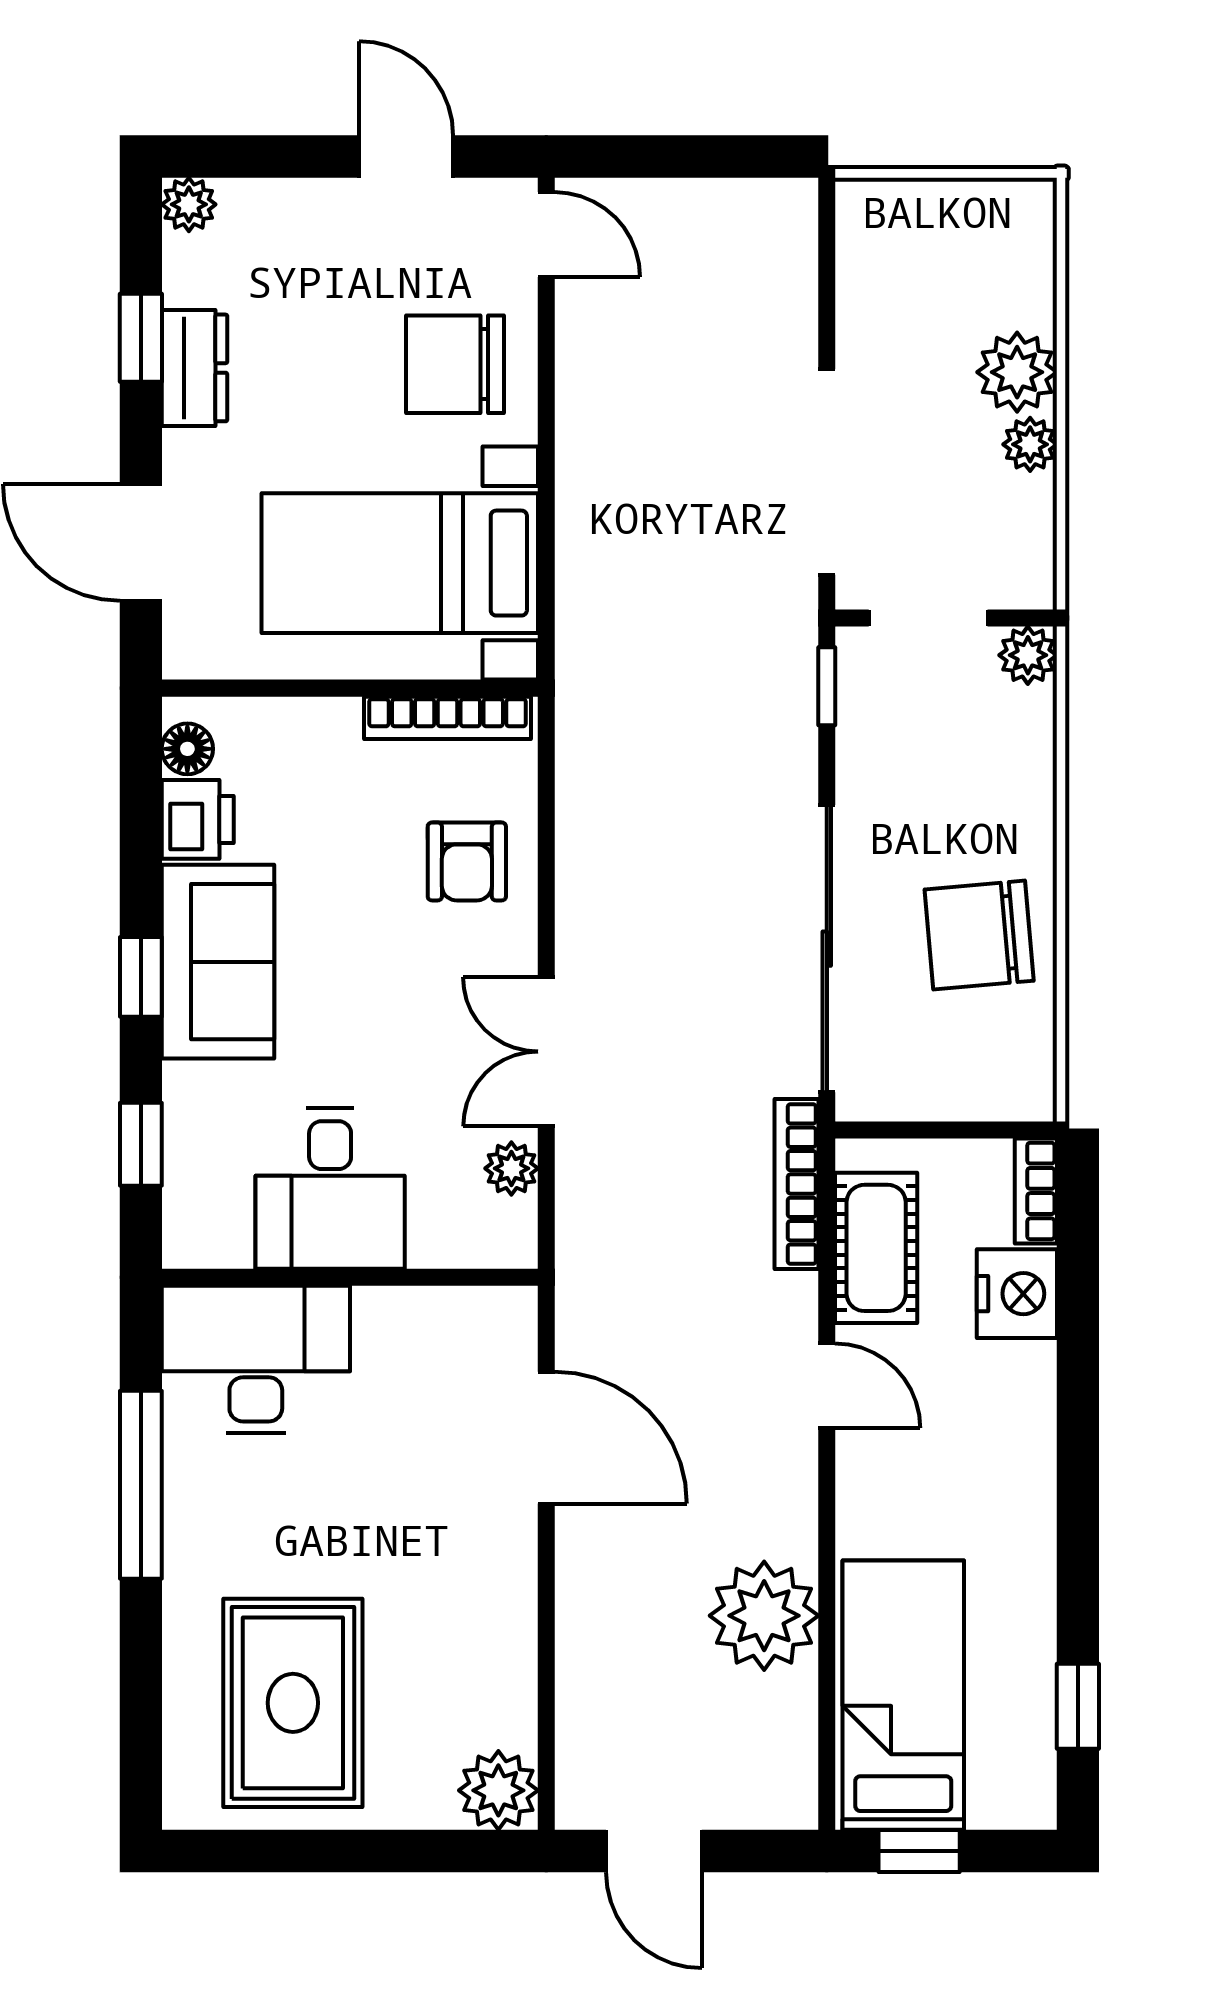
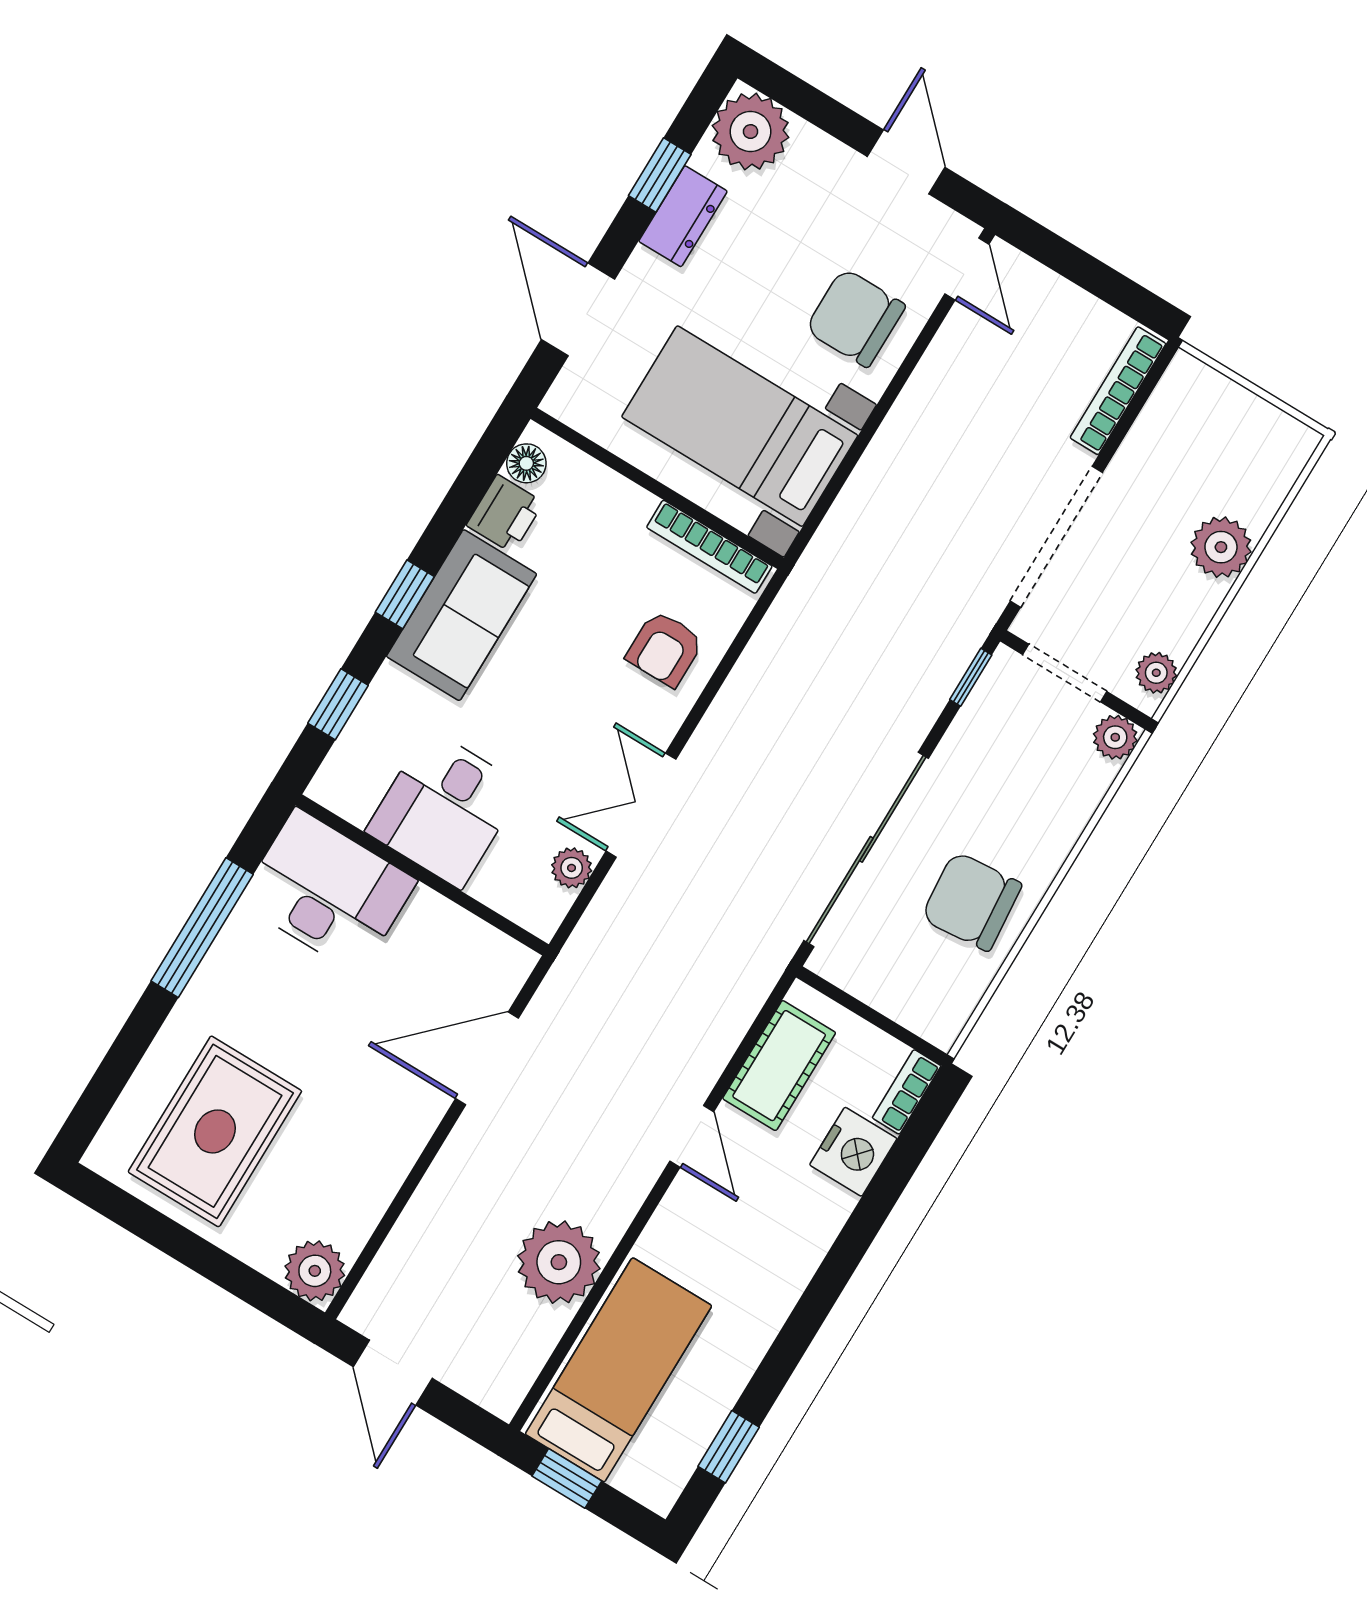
plant: (189, 204) -> (750, 132), width x1.87, depth x1.87
plant: (1030, 444) -> (1156, 673), moved
bookcase: (797, 1184) -> (1118, 391), moved
door: (546, 1438) -> (487, 1058), swing flipped

